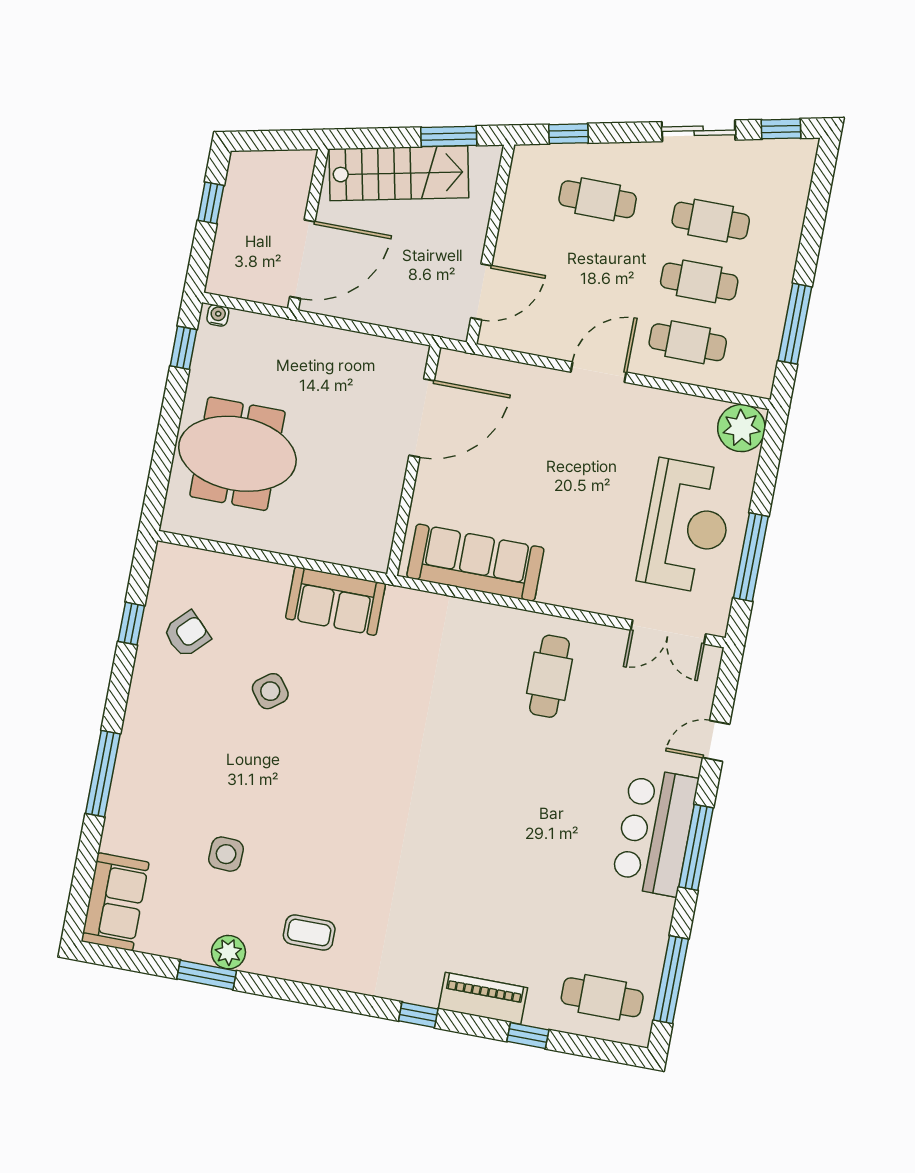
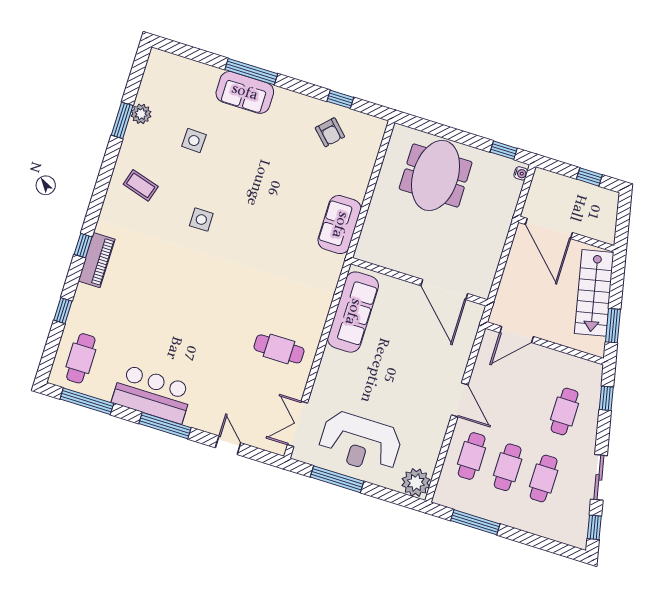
door: (481, 292) -> (517, 335), hinge flipped
side table: (270, 691) -> (201, 220), moved, turned 37
bar counter: (655, 832) -> (152, 394), moved
sofa: (115, 902) -> (245, 92), moved
coffee table: (309, 932) -> (141, 185), turned -73
plant: (228, 952) -> (141, 114), moved
piano: (483, 998) -> (97, 260), moved

